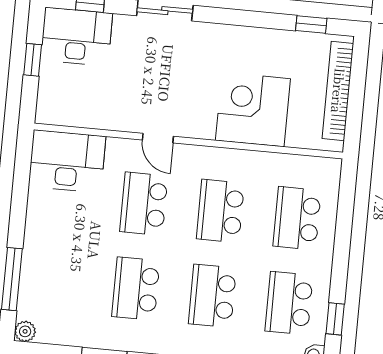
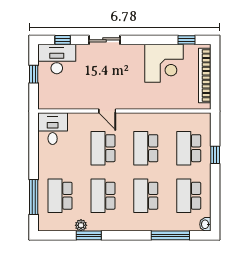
corner desk: (253, 110) -> (164, 63), moved, turned 180
desk: (67, 161) -> (53, 129), width x0.73
school desk: (59, 281) -> (60, 196), added
window: (335, 319) -> (215, 155), moved
plant: (25, 331) -> (81, 225), moved

